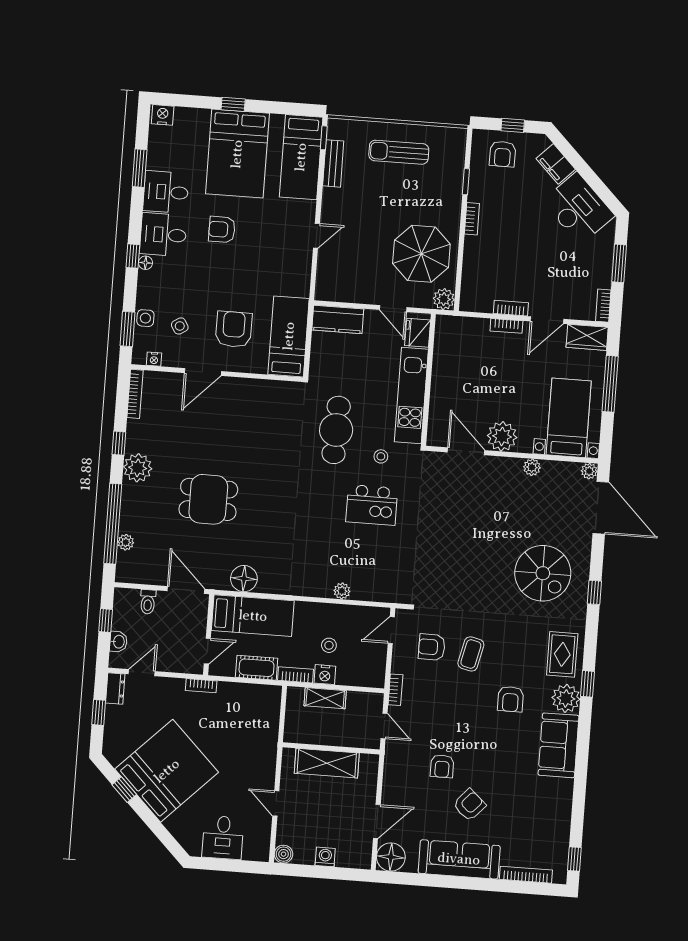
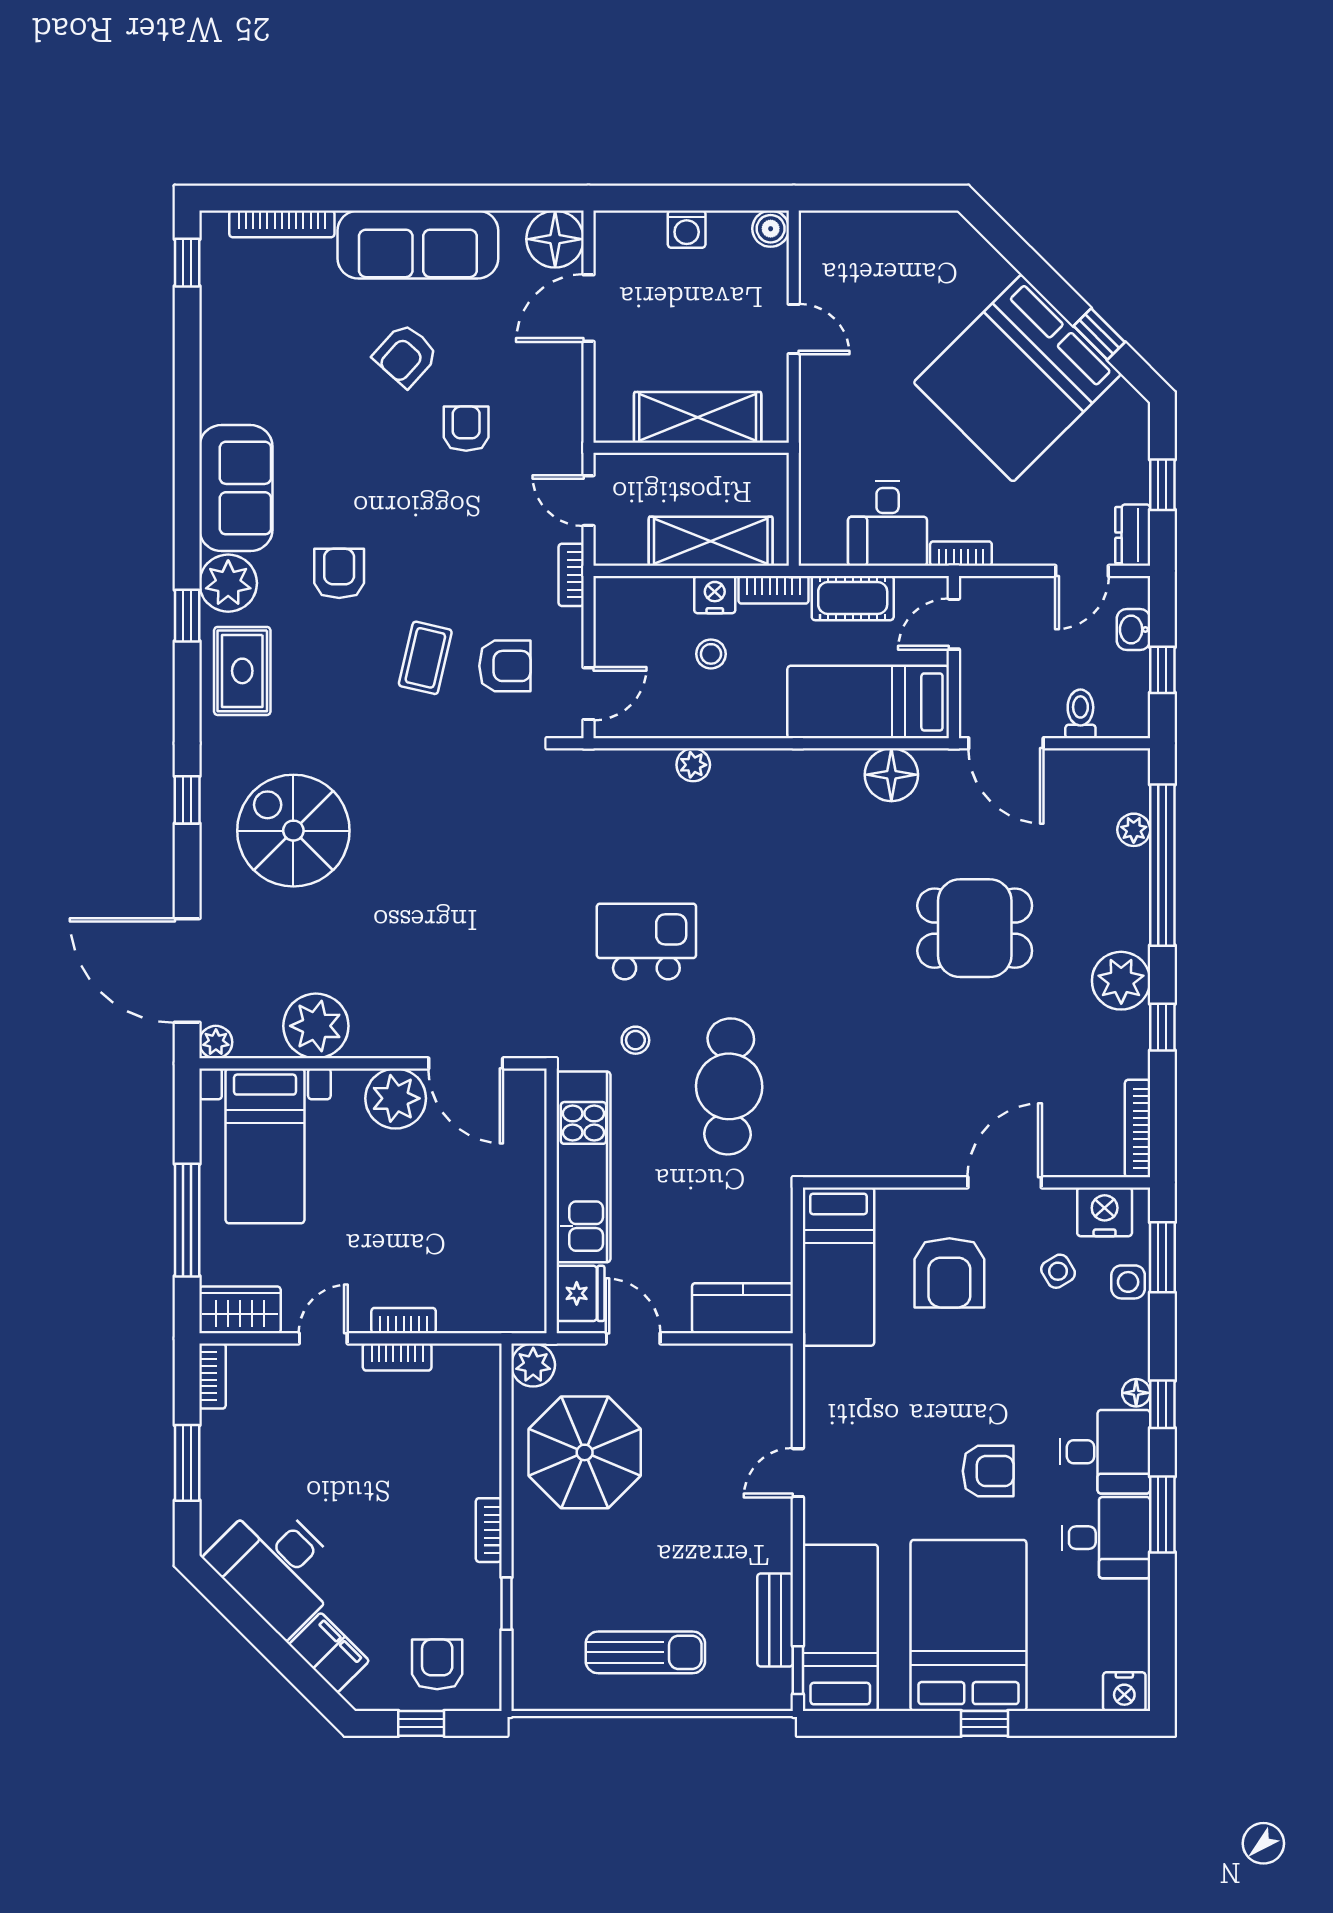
window: (140, 168) -> (1162, 1514), moved
door: (547, 320) -> (323, 1338), width x0.73
nightstand: (154, 359) -> (1105, 1212), width x1.89, depth x1.79
plant: (532, 467) -> (316, 1026), width x1.88, depth x1.88
shelving: (325, 698) -> (711, 541), width x1.50, depth x1.33
desk: (223, 837) -> (888, 523), moved, turned 180

